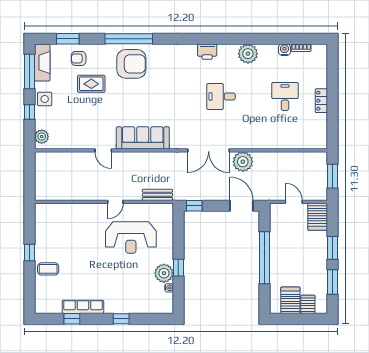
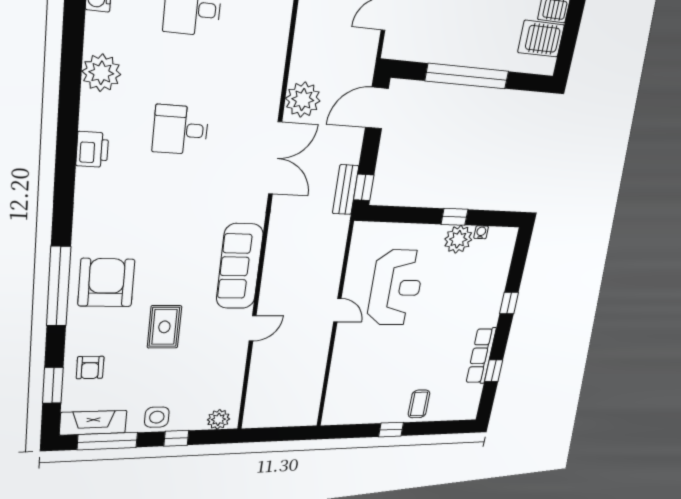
rug: (91, 84) -> (164, 327), moved
desk: (221, 96) -> (181, 130), turned 90
bench: (157, 195) -> (346, 190), moved

